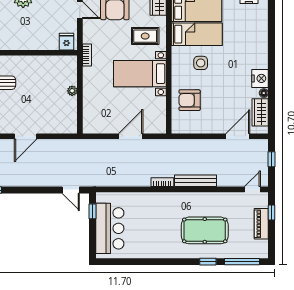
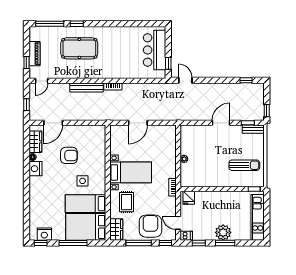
rug: (145, 36) -> (126, 202), turned 90
armchair: (190, 100) -> (69, 155), moved

